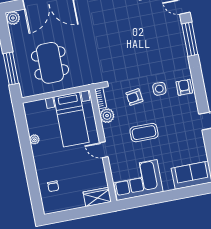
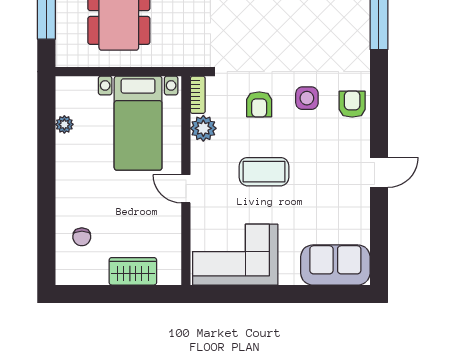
armchair: (134, 97) -> (259, 104), turned -82
plant: (34, 139) -> (64, 124), moved
wardrobe: (97, 197) -> (133, 271), moved

